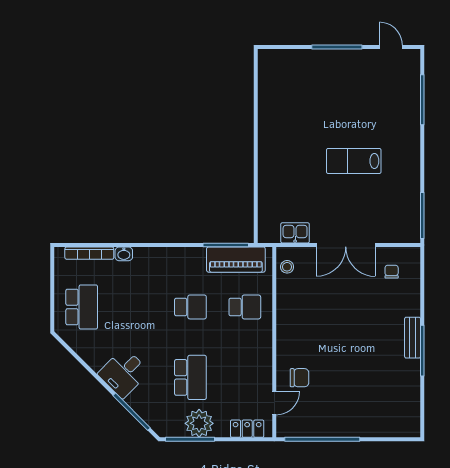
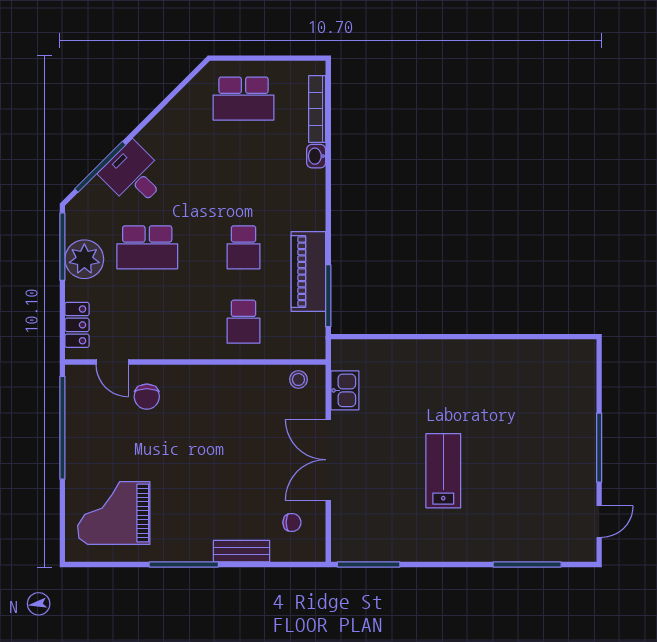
piano: (236, 260) -> (308, 271), moved
bench: (413, 338) -> (242, 551), moved
desk: (124, 373) -> (134, 175), moved
grand piano: (385, 402) -> (114, 513), added

